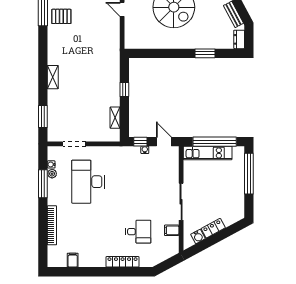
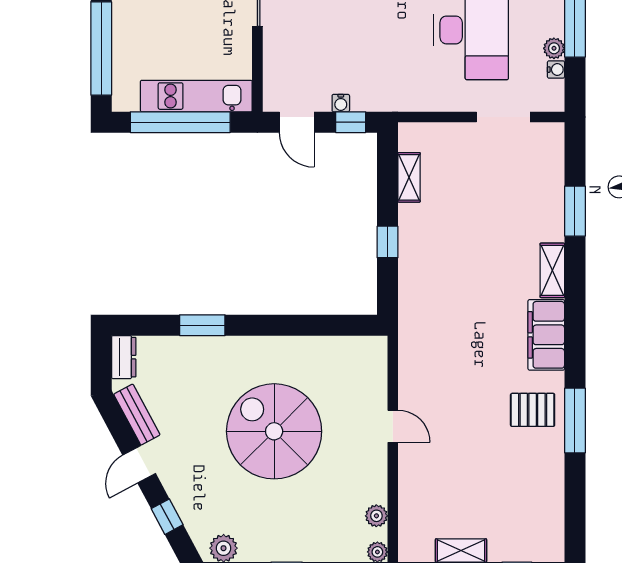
filing cabinet: (55, 49) -> (546, 335), added
window: (43, 116) -> (575, 211), moved

